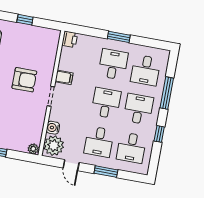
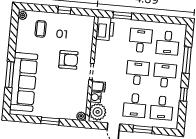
window: (119, 37) -> (122, 15), moved
printer: (70, 39) -> (105, 29), width x1.87, depth x1.48
filing cabinet: (64, 77) -> (98, 86), moved

